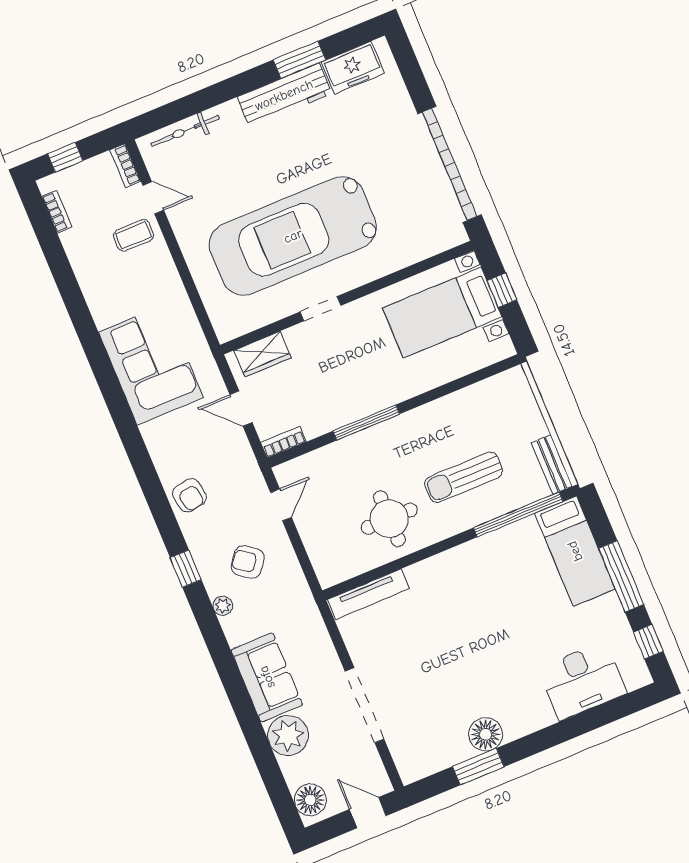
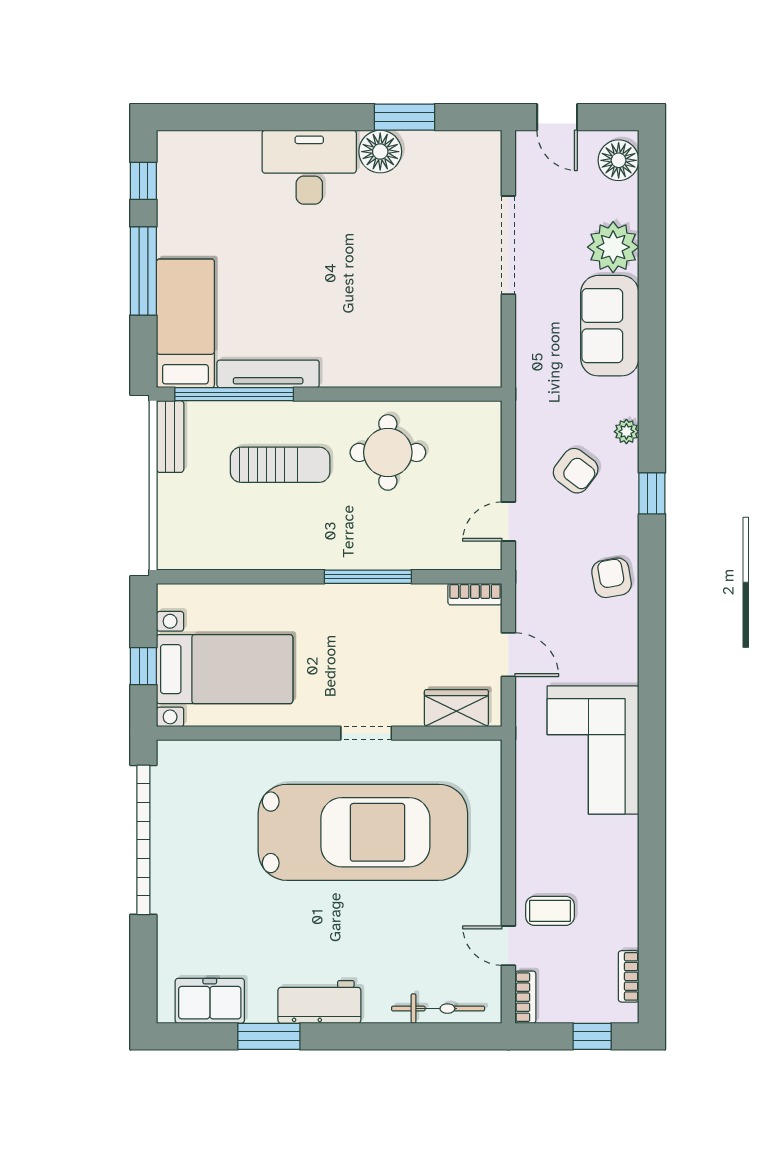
workbench: (284, 95) -> (319, 1002), width x0.73
tv unit: (368, 594) -> (268, 374), moved
desk: (583, 681) -> (309, 167), moved

